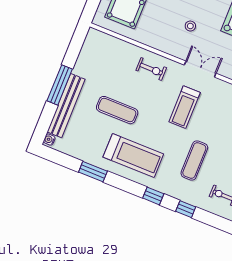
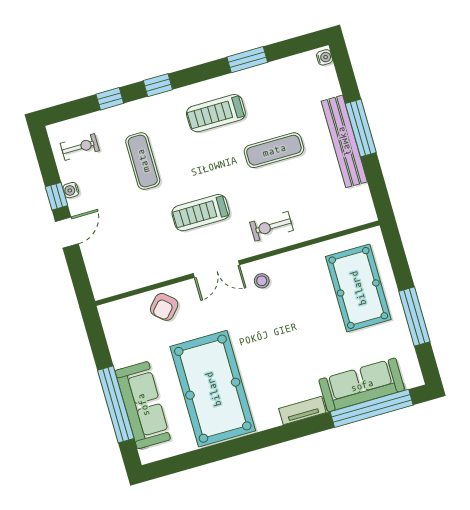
stool: (190, 26) -> (262, 281), moved
bench: (66, 106) -> (344, 141), moved
treadmill: (185, 107) -> (201, 213), turned -90
treadmill: (133, 155) -> (216, 113), width x0.73, depth x0.73

